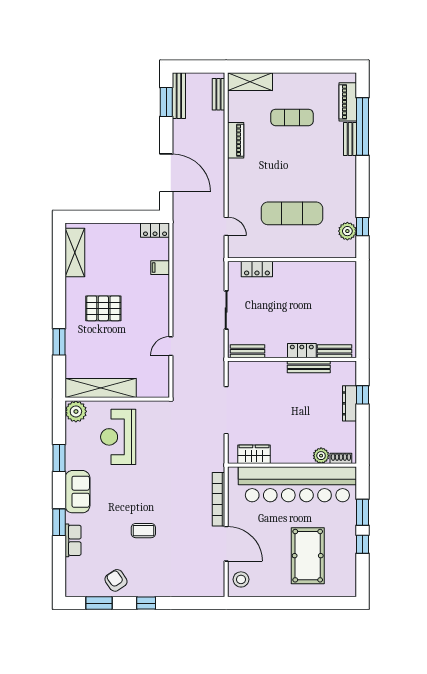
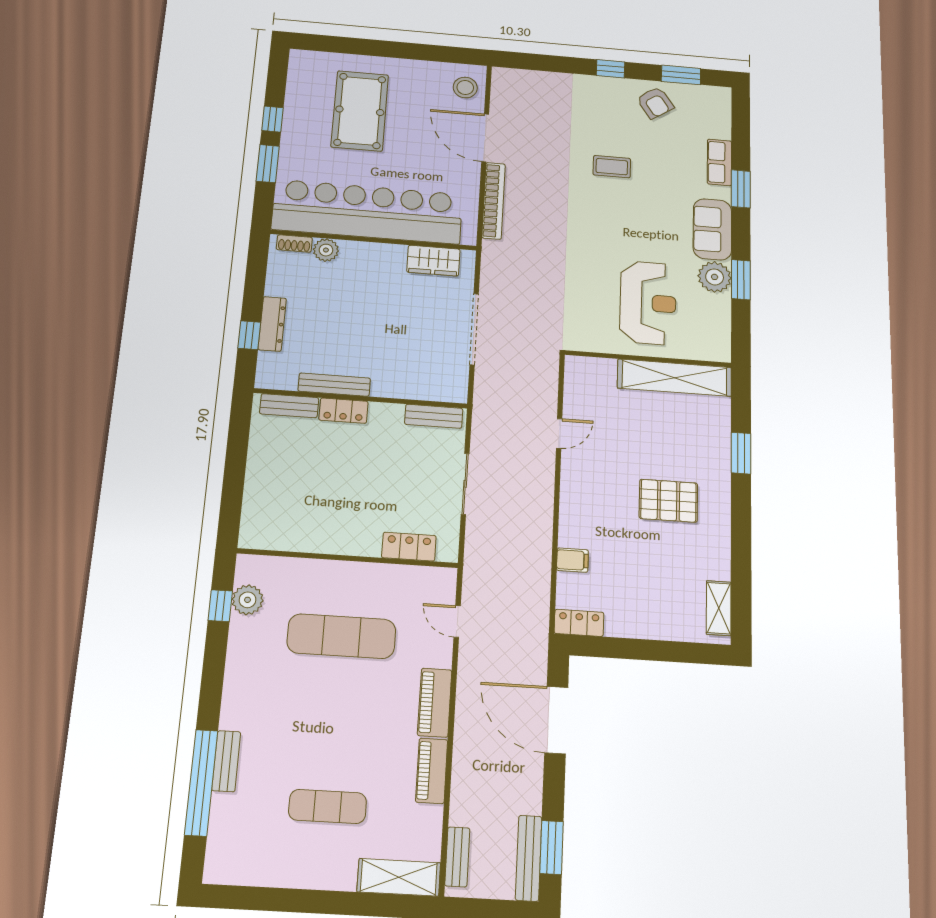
piano: (348, 102) -> (435, 703), moved, turned 180
shelving: (75, 253) -> (719, 608), width x0.67, depth x0.75
plant: (76, 411) -> (715, 277), moved

